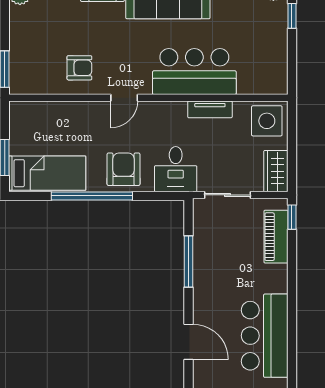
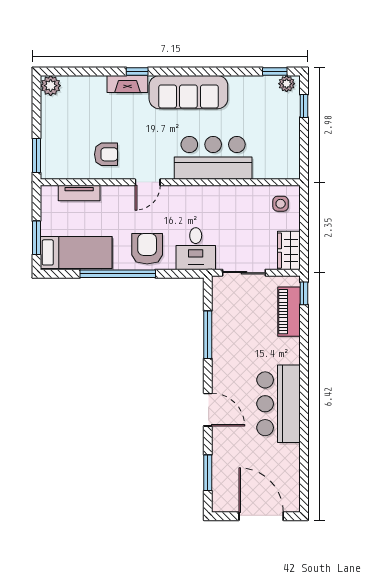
tv unit: (210, 109) -> (79, 193), moved
side table: (267, 121) -> (281, 204), width x0.54, depth x0.54

